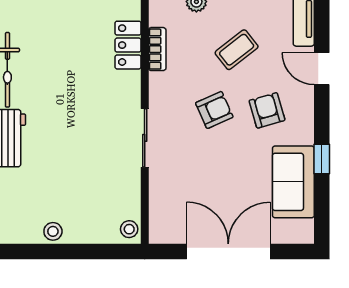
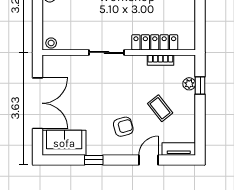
locker: (128, 45) -> (155, 42), width x1.53
armchair: (214, 110) -> (123, 95), removed
sofa: (293, 182) -> (64, 143), moved

